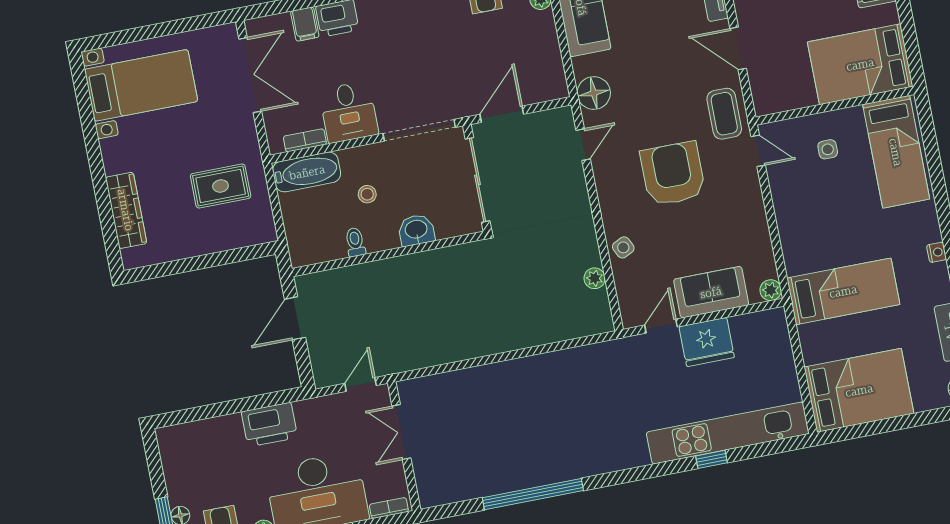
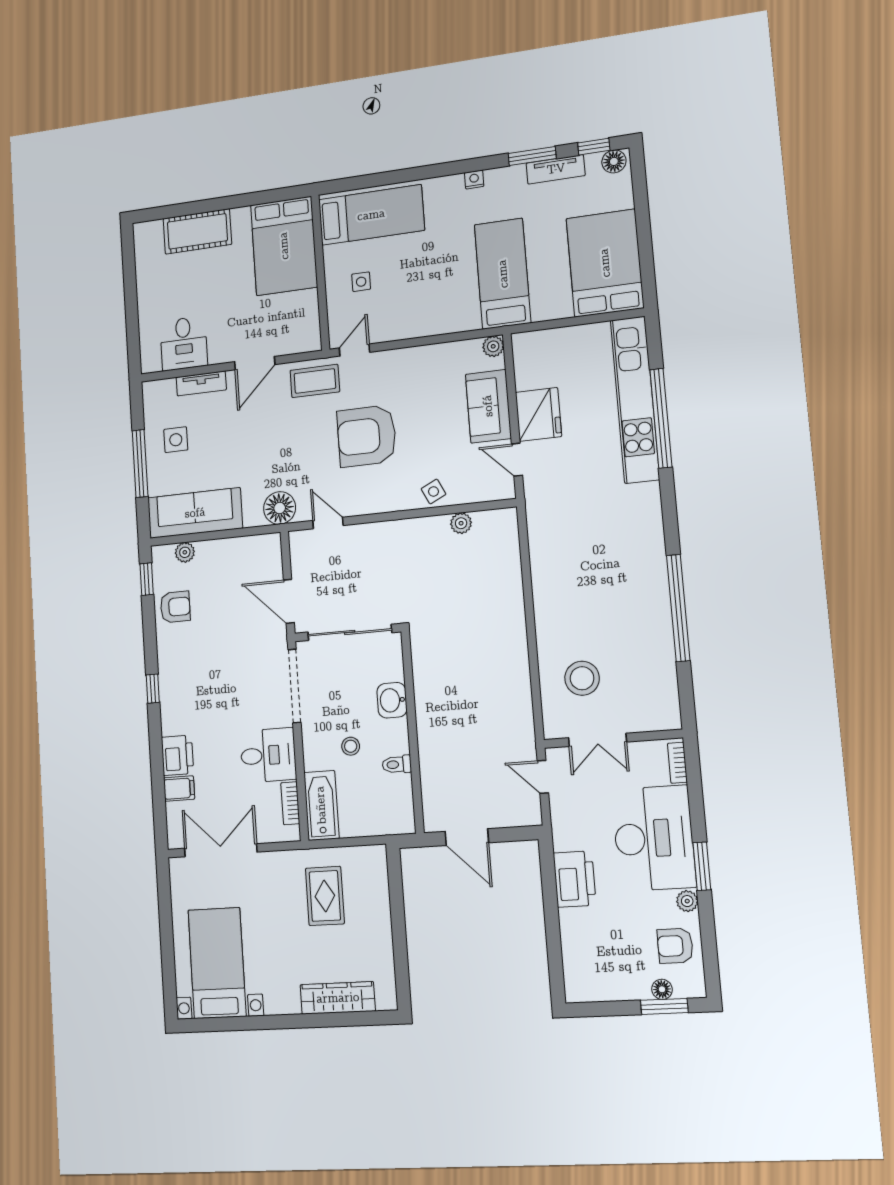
stool: (457, 411) -> (582, 678), added
window: (711, 459) -> (661, 418), width x3.17

